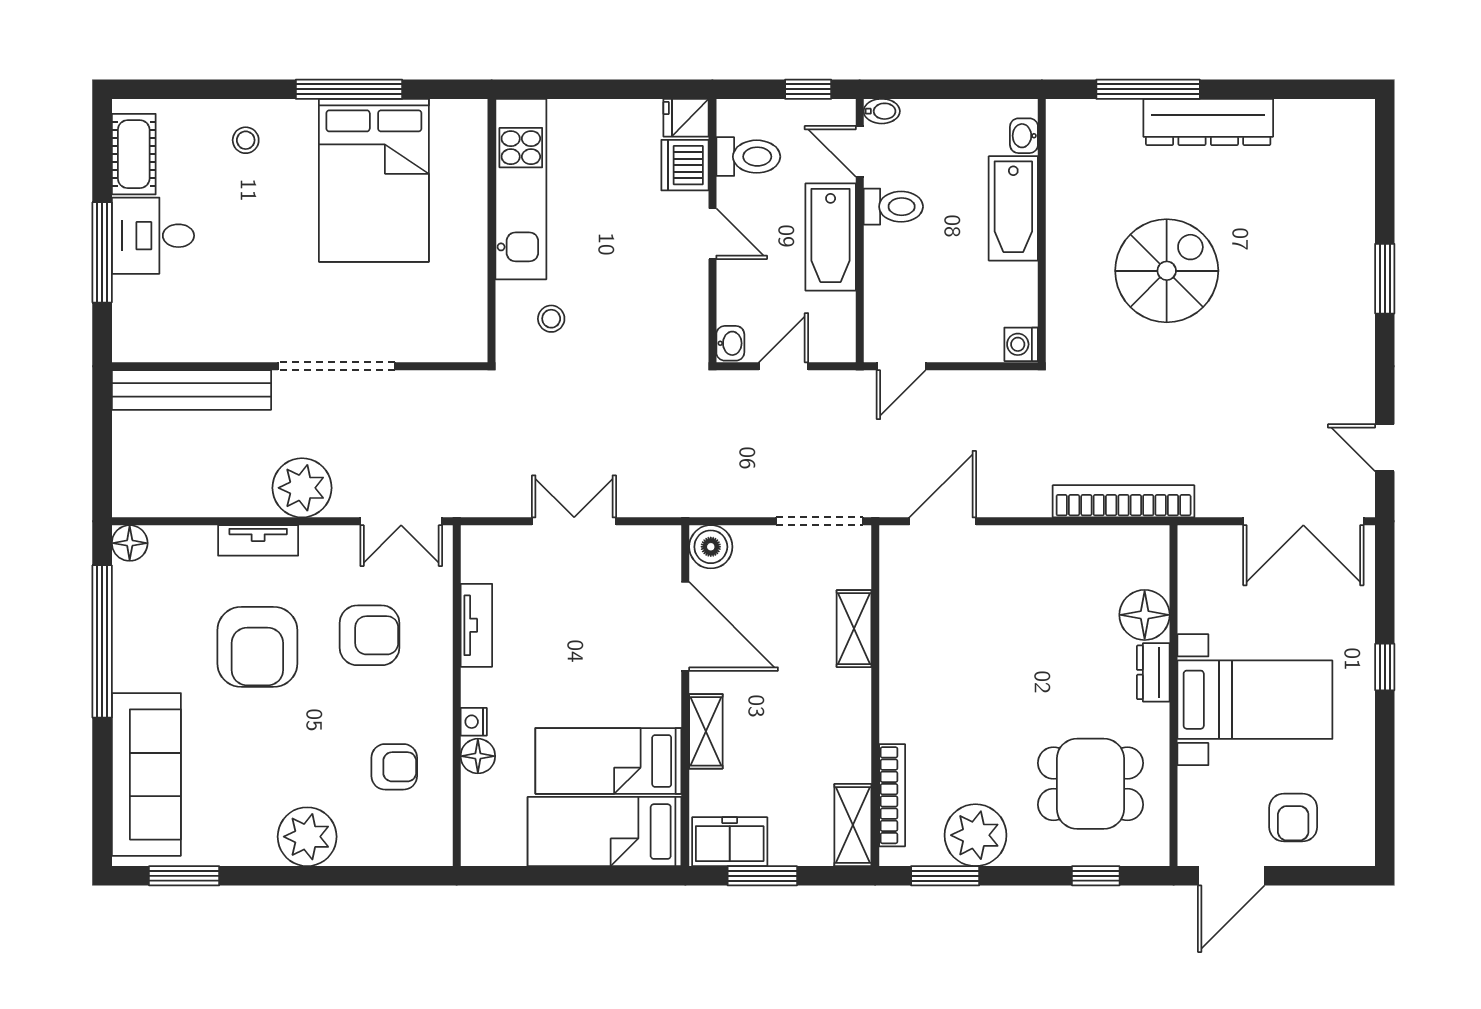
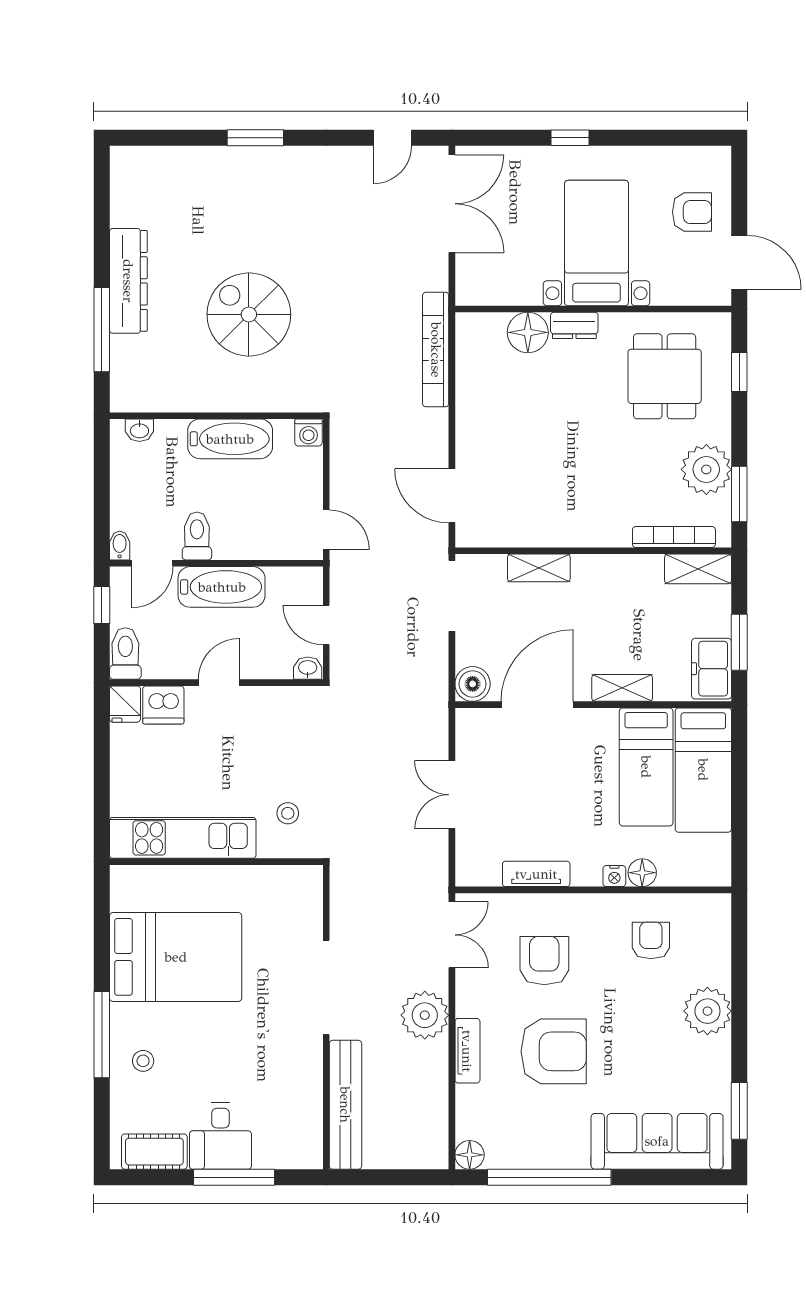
window: (349, 89) -> (102, 1035), moved
toilet: (748, 157) -> (125, 654), moved
bathtub: (1013, 208) -> (230, 439), moved

